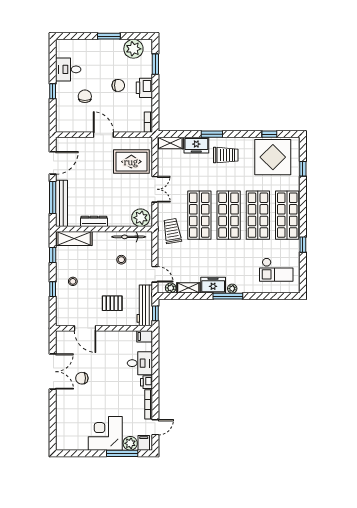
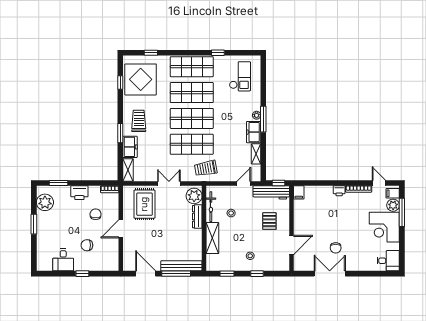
chair: (118, 85) -> (96, 214), moved
dresser: (94, 221) -> (197, 217), moved
shelving: (74, 239) -> (212, 238), moved
plant: (171, 288) -> (256, 170), removed
desk: (140, 363) -> (388, 261), moved, turned 90

